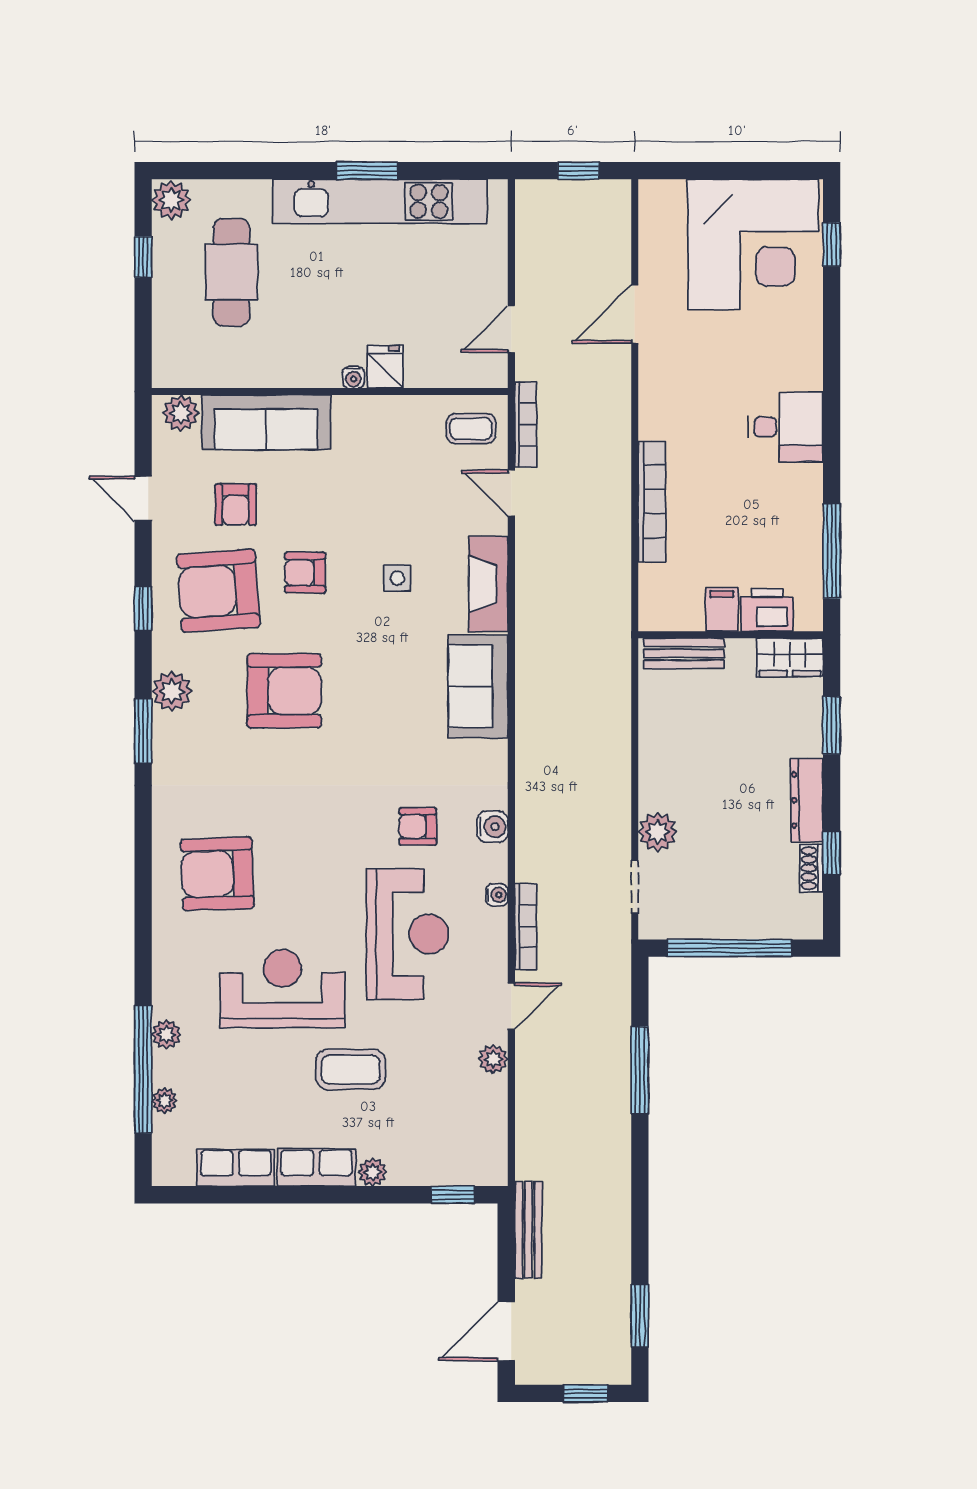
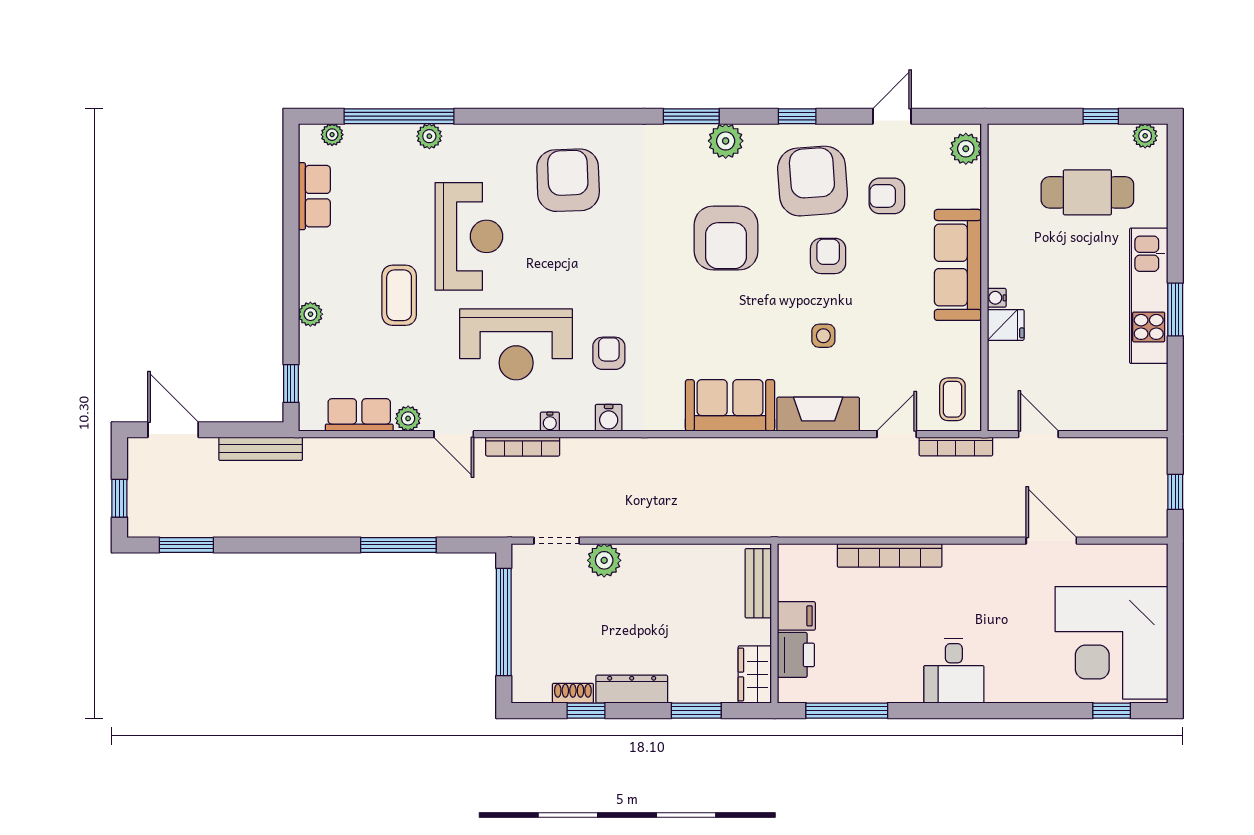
plant: (171, 200) -> (1145, 136), width x0.73, depth x0.73
kitchen unit: (380, 201) -> (1149, 296), width x0.73
sofa: (266, 422) -> (958, 265), moved
plant: (165, 1101) -> (332, 135), moved
row of seats: (316, 1167) -> (359, 415), moved, turned -90

